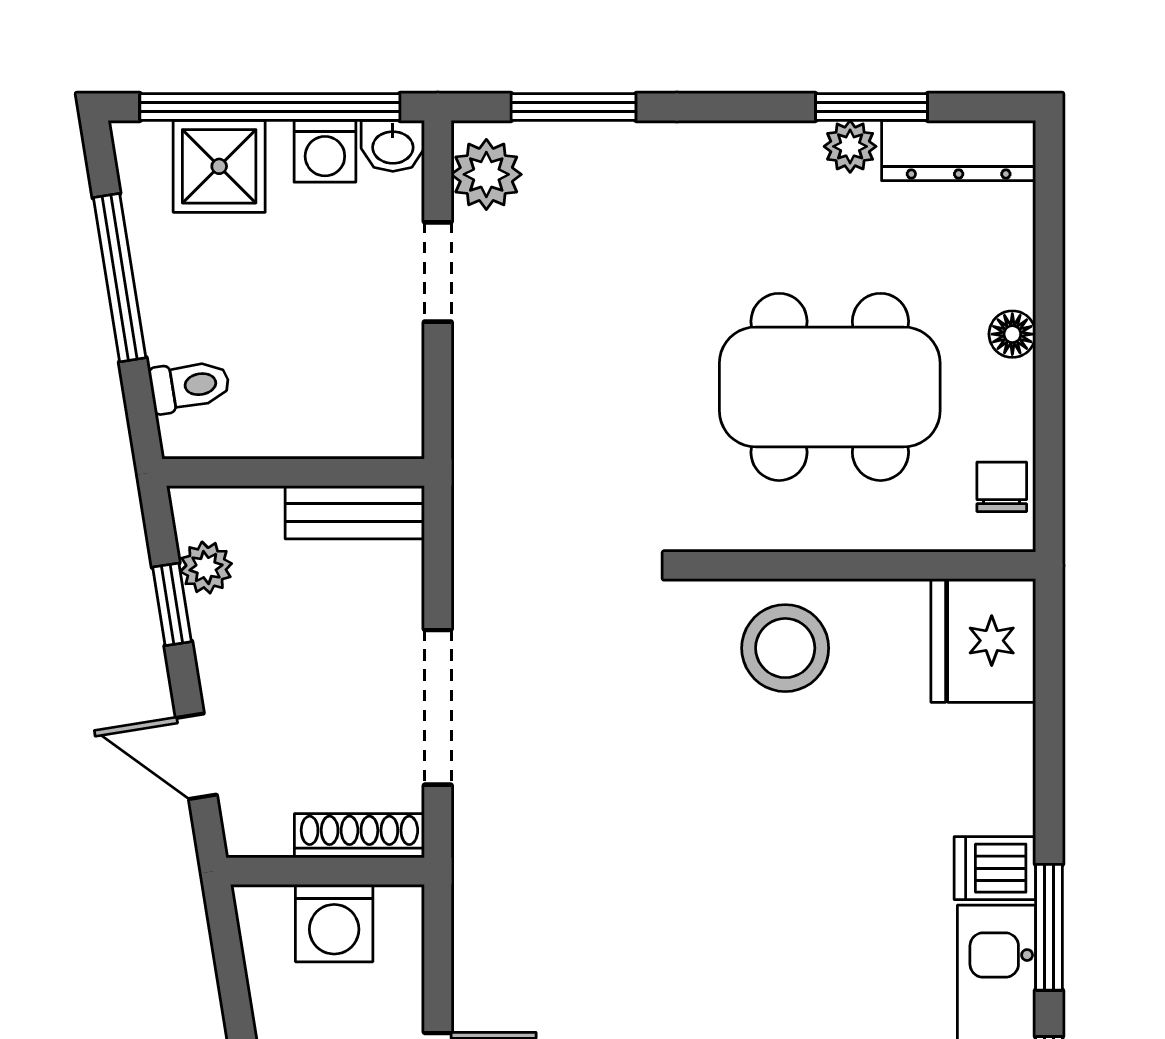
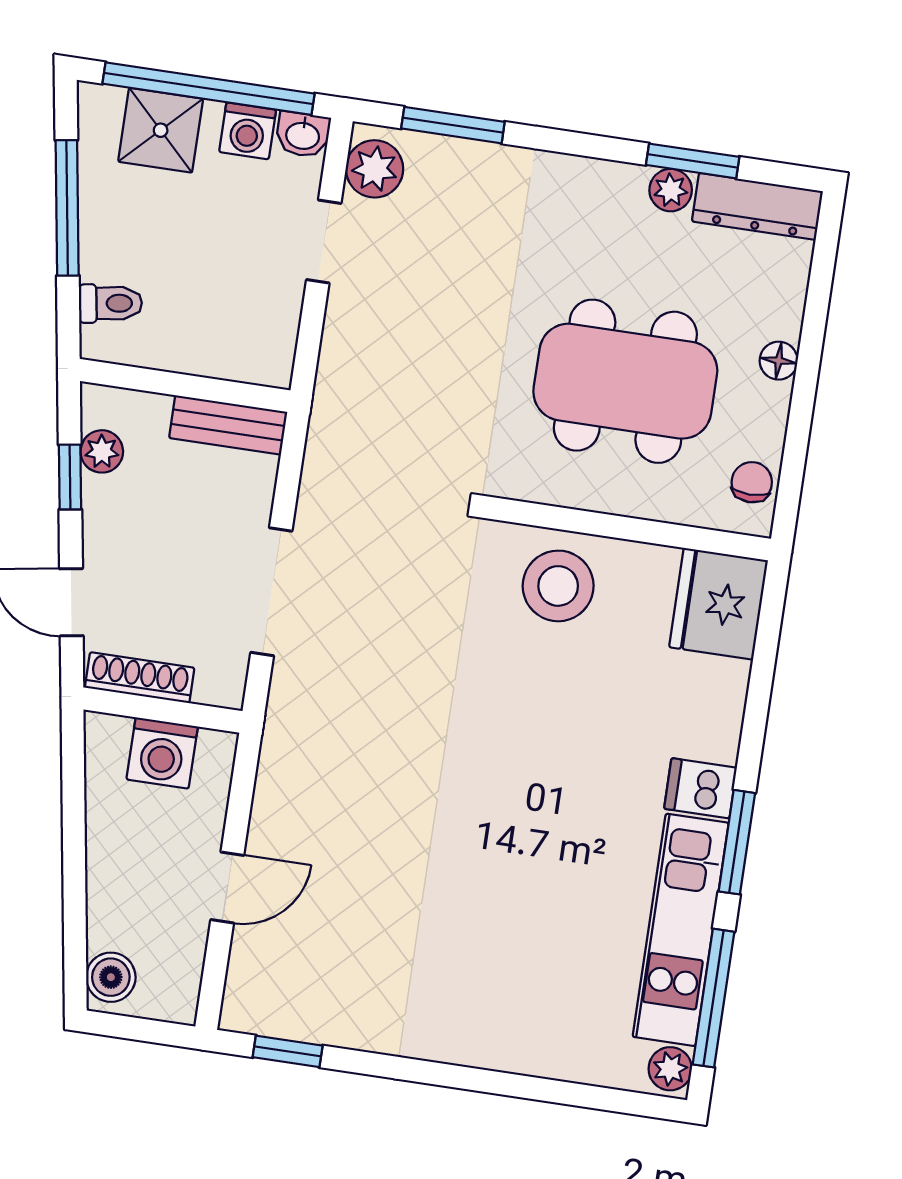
shoe rack: (359, 836) -> (140, 678), moved

